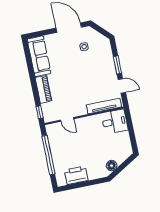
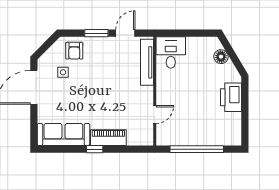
armchair: (101, 52) -> (74, 51), added
window: (40, 112) -> (95, 149), moved
floor lamp: (112, 166) -> (221, 57), moved
printer: (76, 175) -> (231, 97), moved

